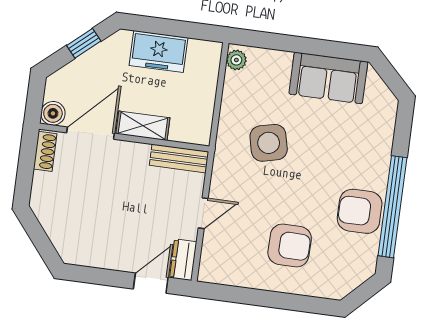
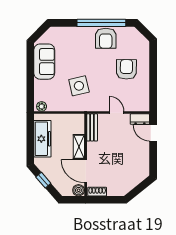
freezer: (159, 52) -> (42, 139), width x1.40

